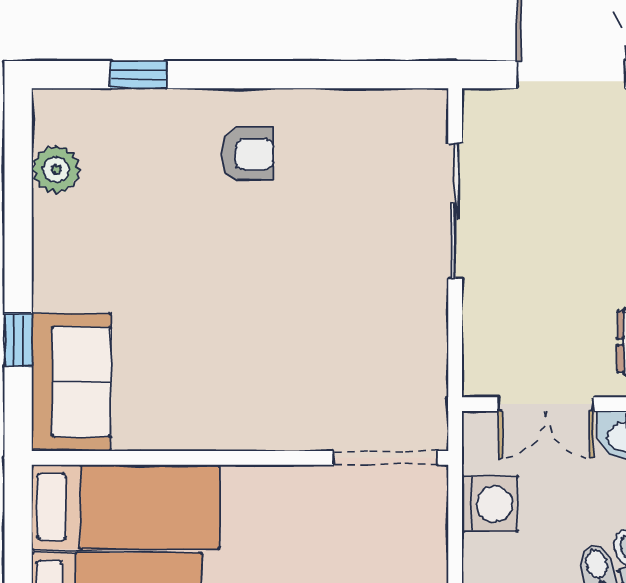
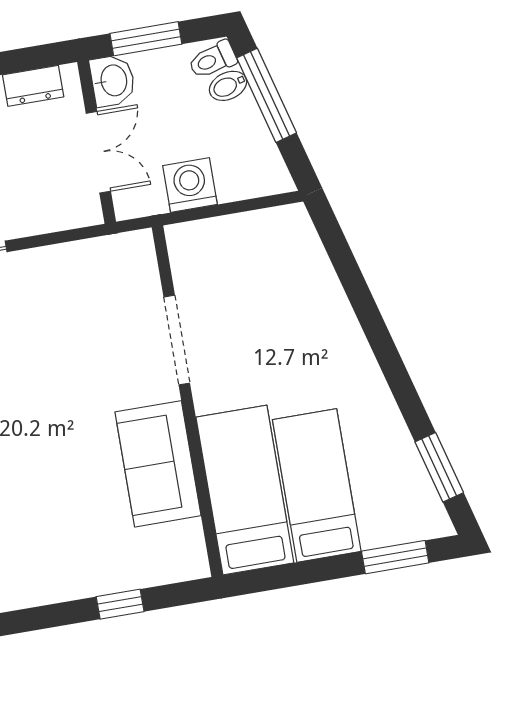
sofa: (71, 382) -> (158, 464), moved, turned -90
doorway: (385, 458) -> (177, 340), moved

